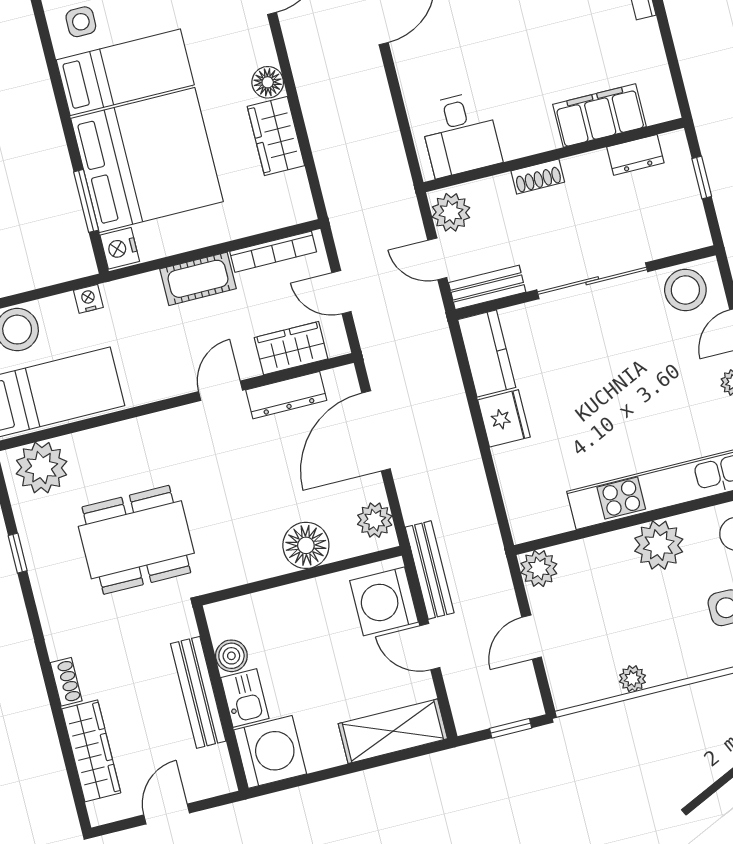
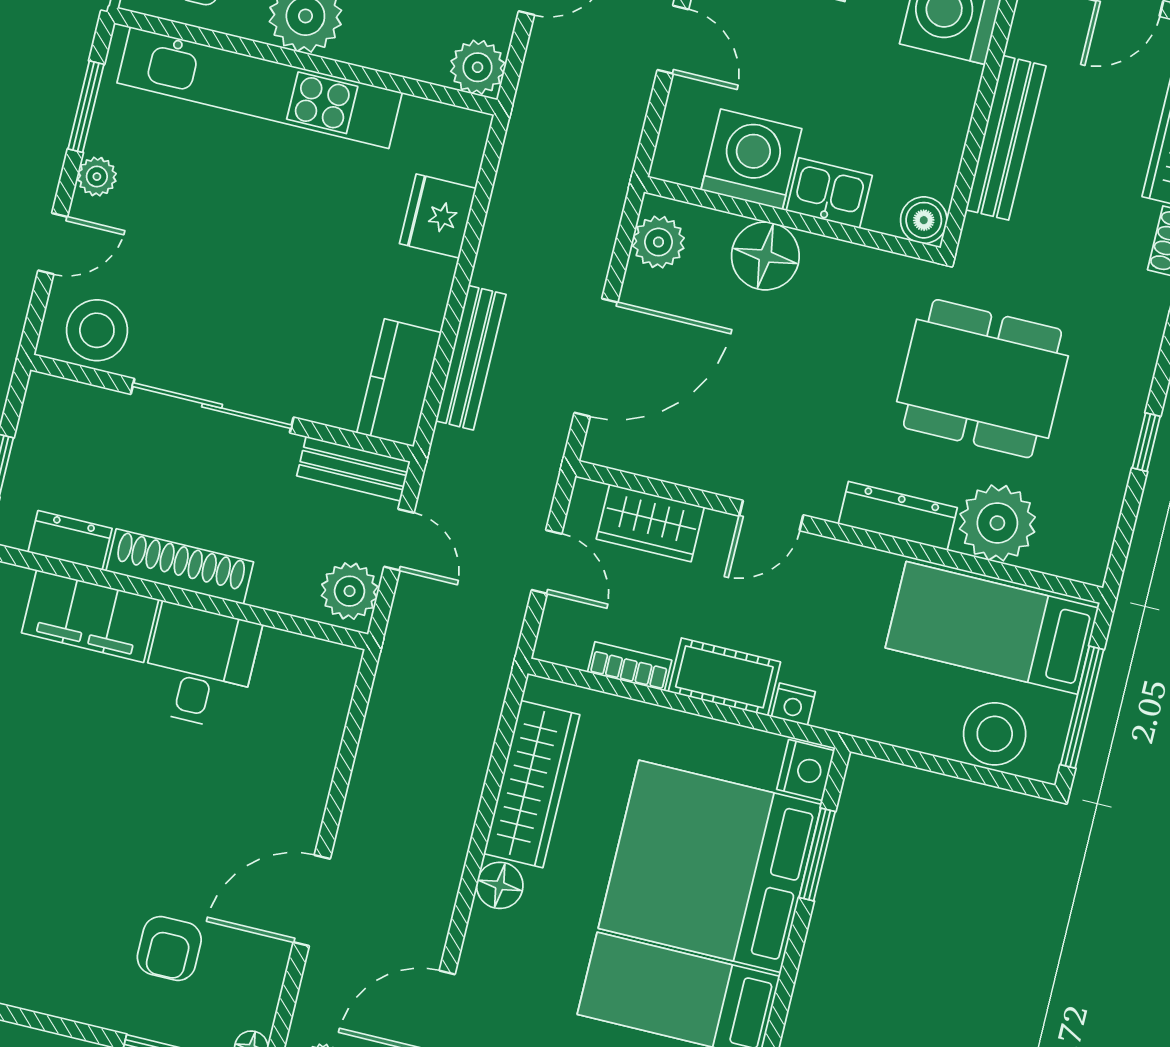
desk: (460, 134) -> (200, 666), moved
wardrobe: (276, 136) -> (532, 784), width x1.50
shoe rack: (538, 177) -> (180, 567), width x1.94, depth x1.24
bookcase: (273, 252) -> (630, 666), width x0.64
nightstand: (88, 299) -> (793, 704), moved
dresser: (286, 395) -> (898, 516), moved
fridge: (504, 418) -> (438, 216), moved
plant: (42, 468) -> (997, 523), moved
bench: (430, 570) -> (471, 358), moved
washing machine: (384, 601) -> (751, 159), moved, turned -90
boiler: (231, 656) -> (924, 220), moved
kitchen sink: (245, 698) -> (829, 193), moved, turned 90

